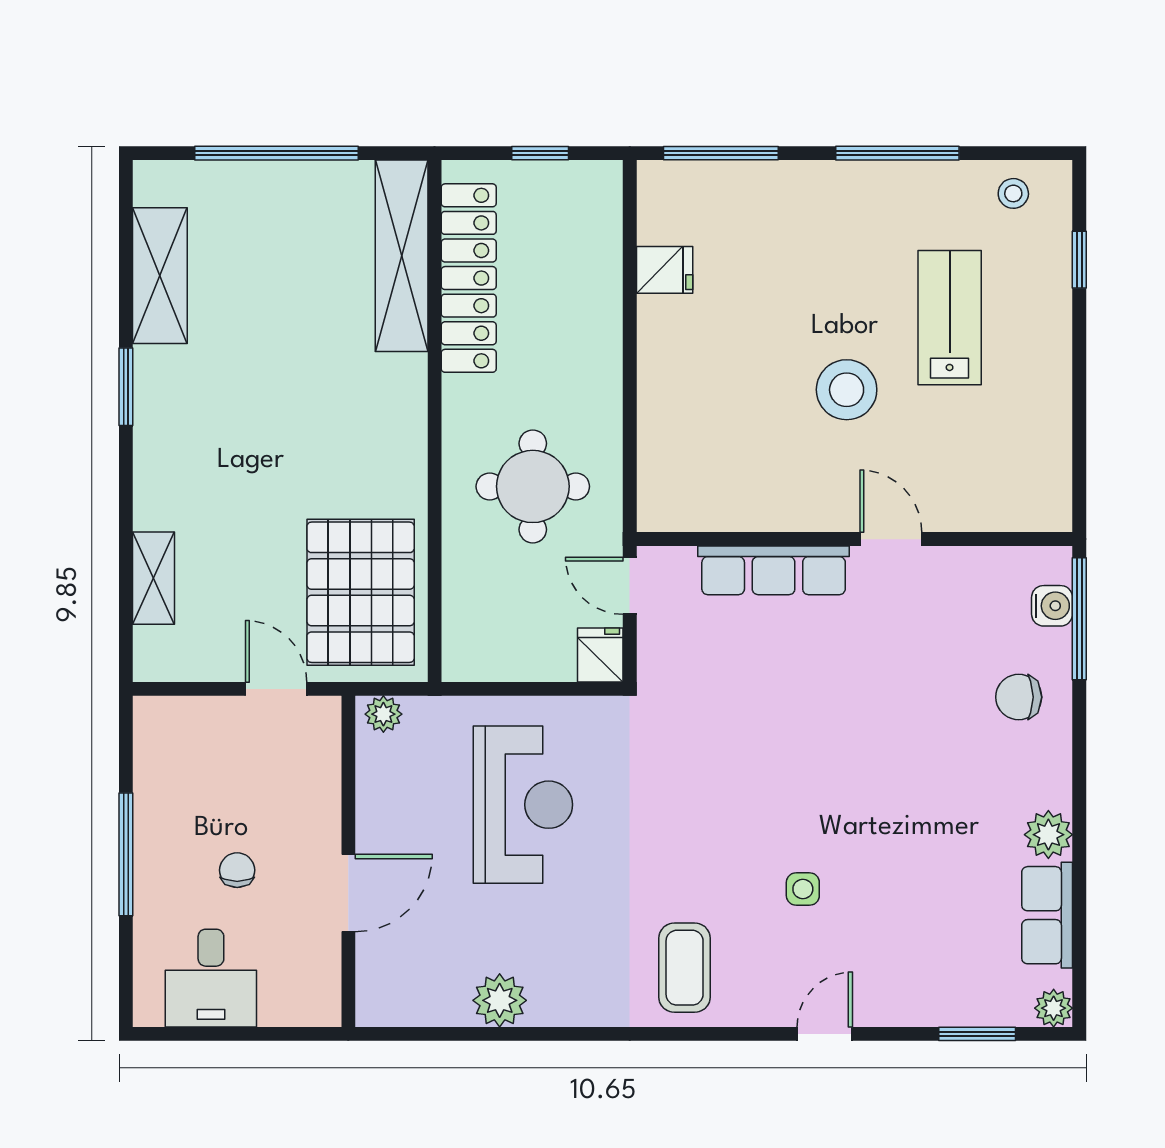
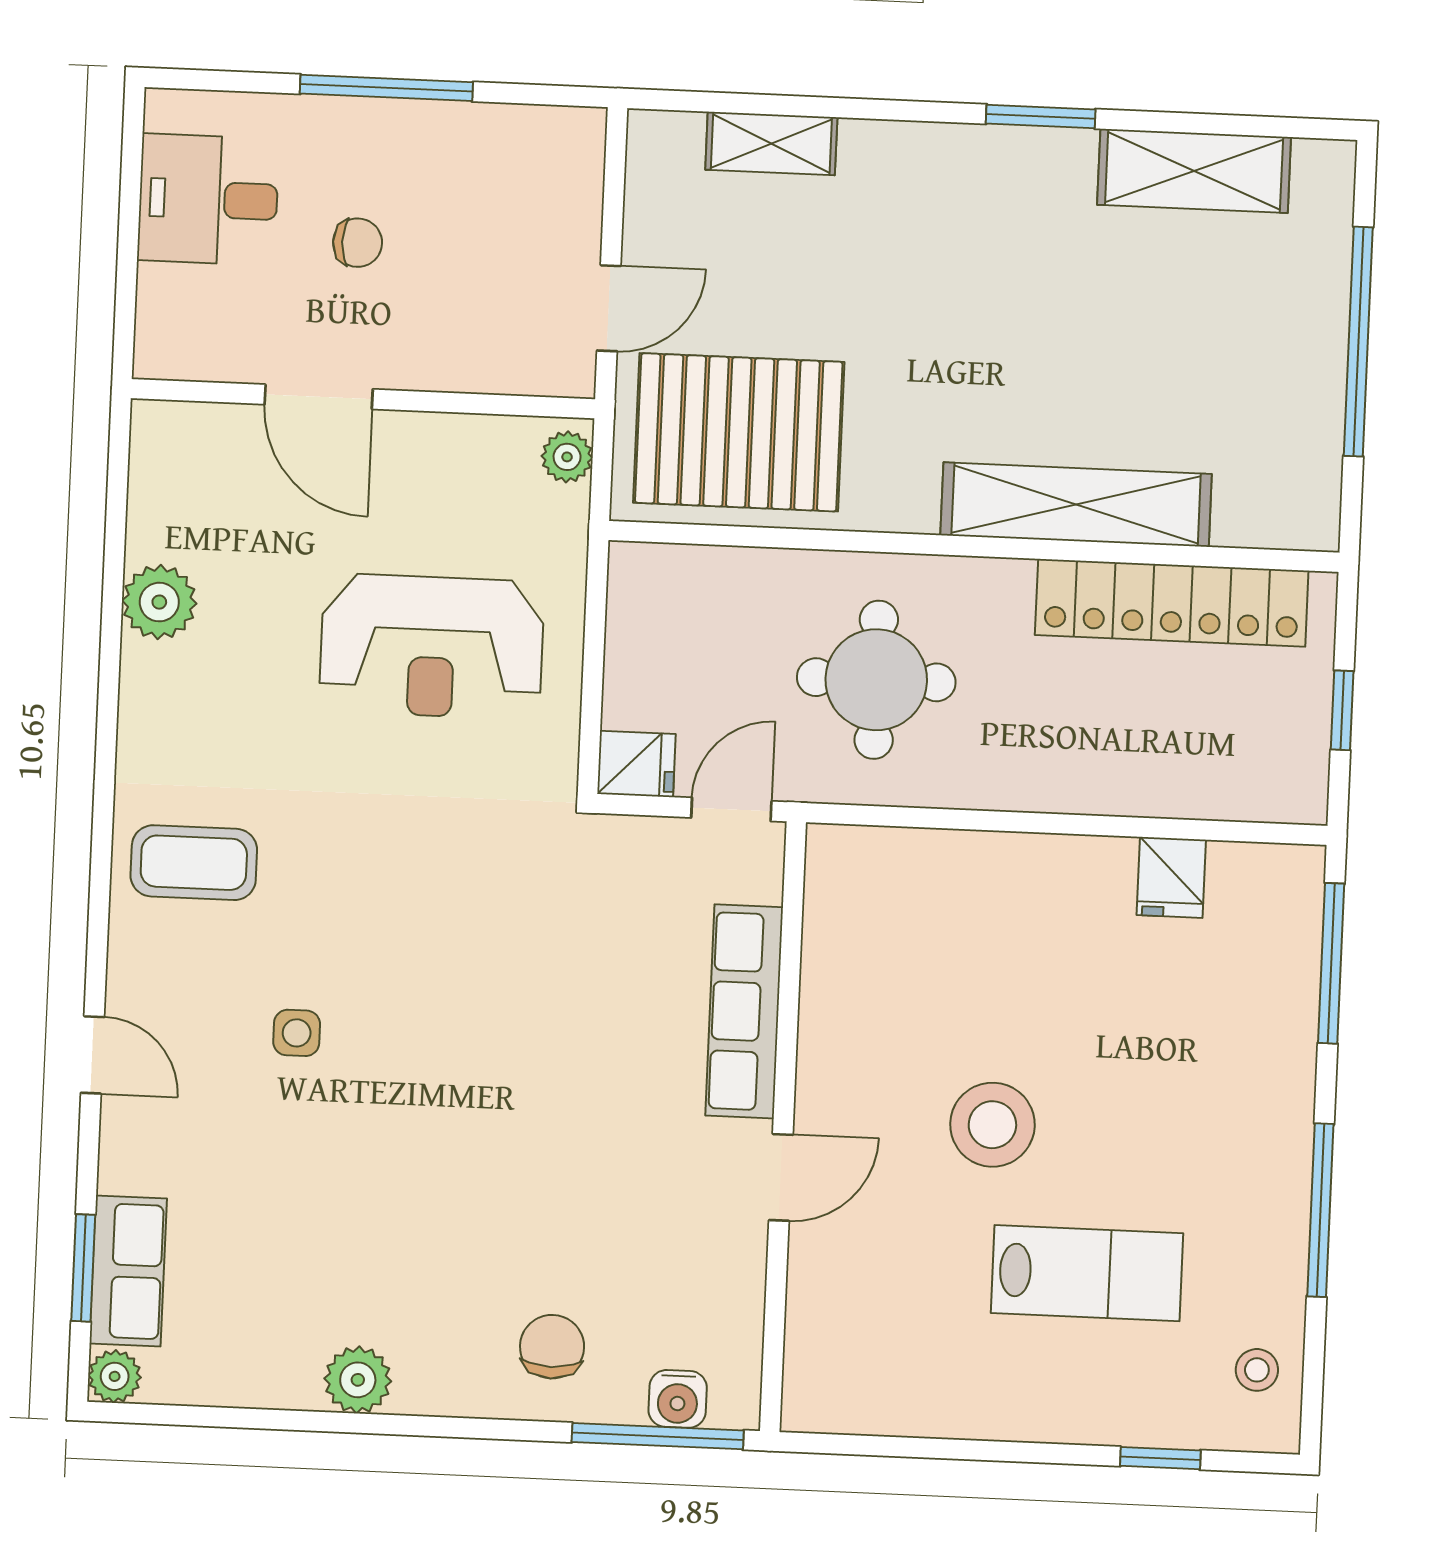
shelving: (402, 256) -> (1076, 505), moved
row of seats: (1047, 915) -> (128, 1271), moved, turned 90

